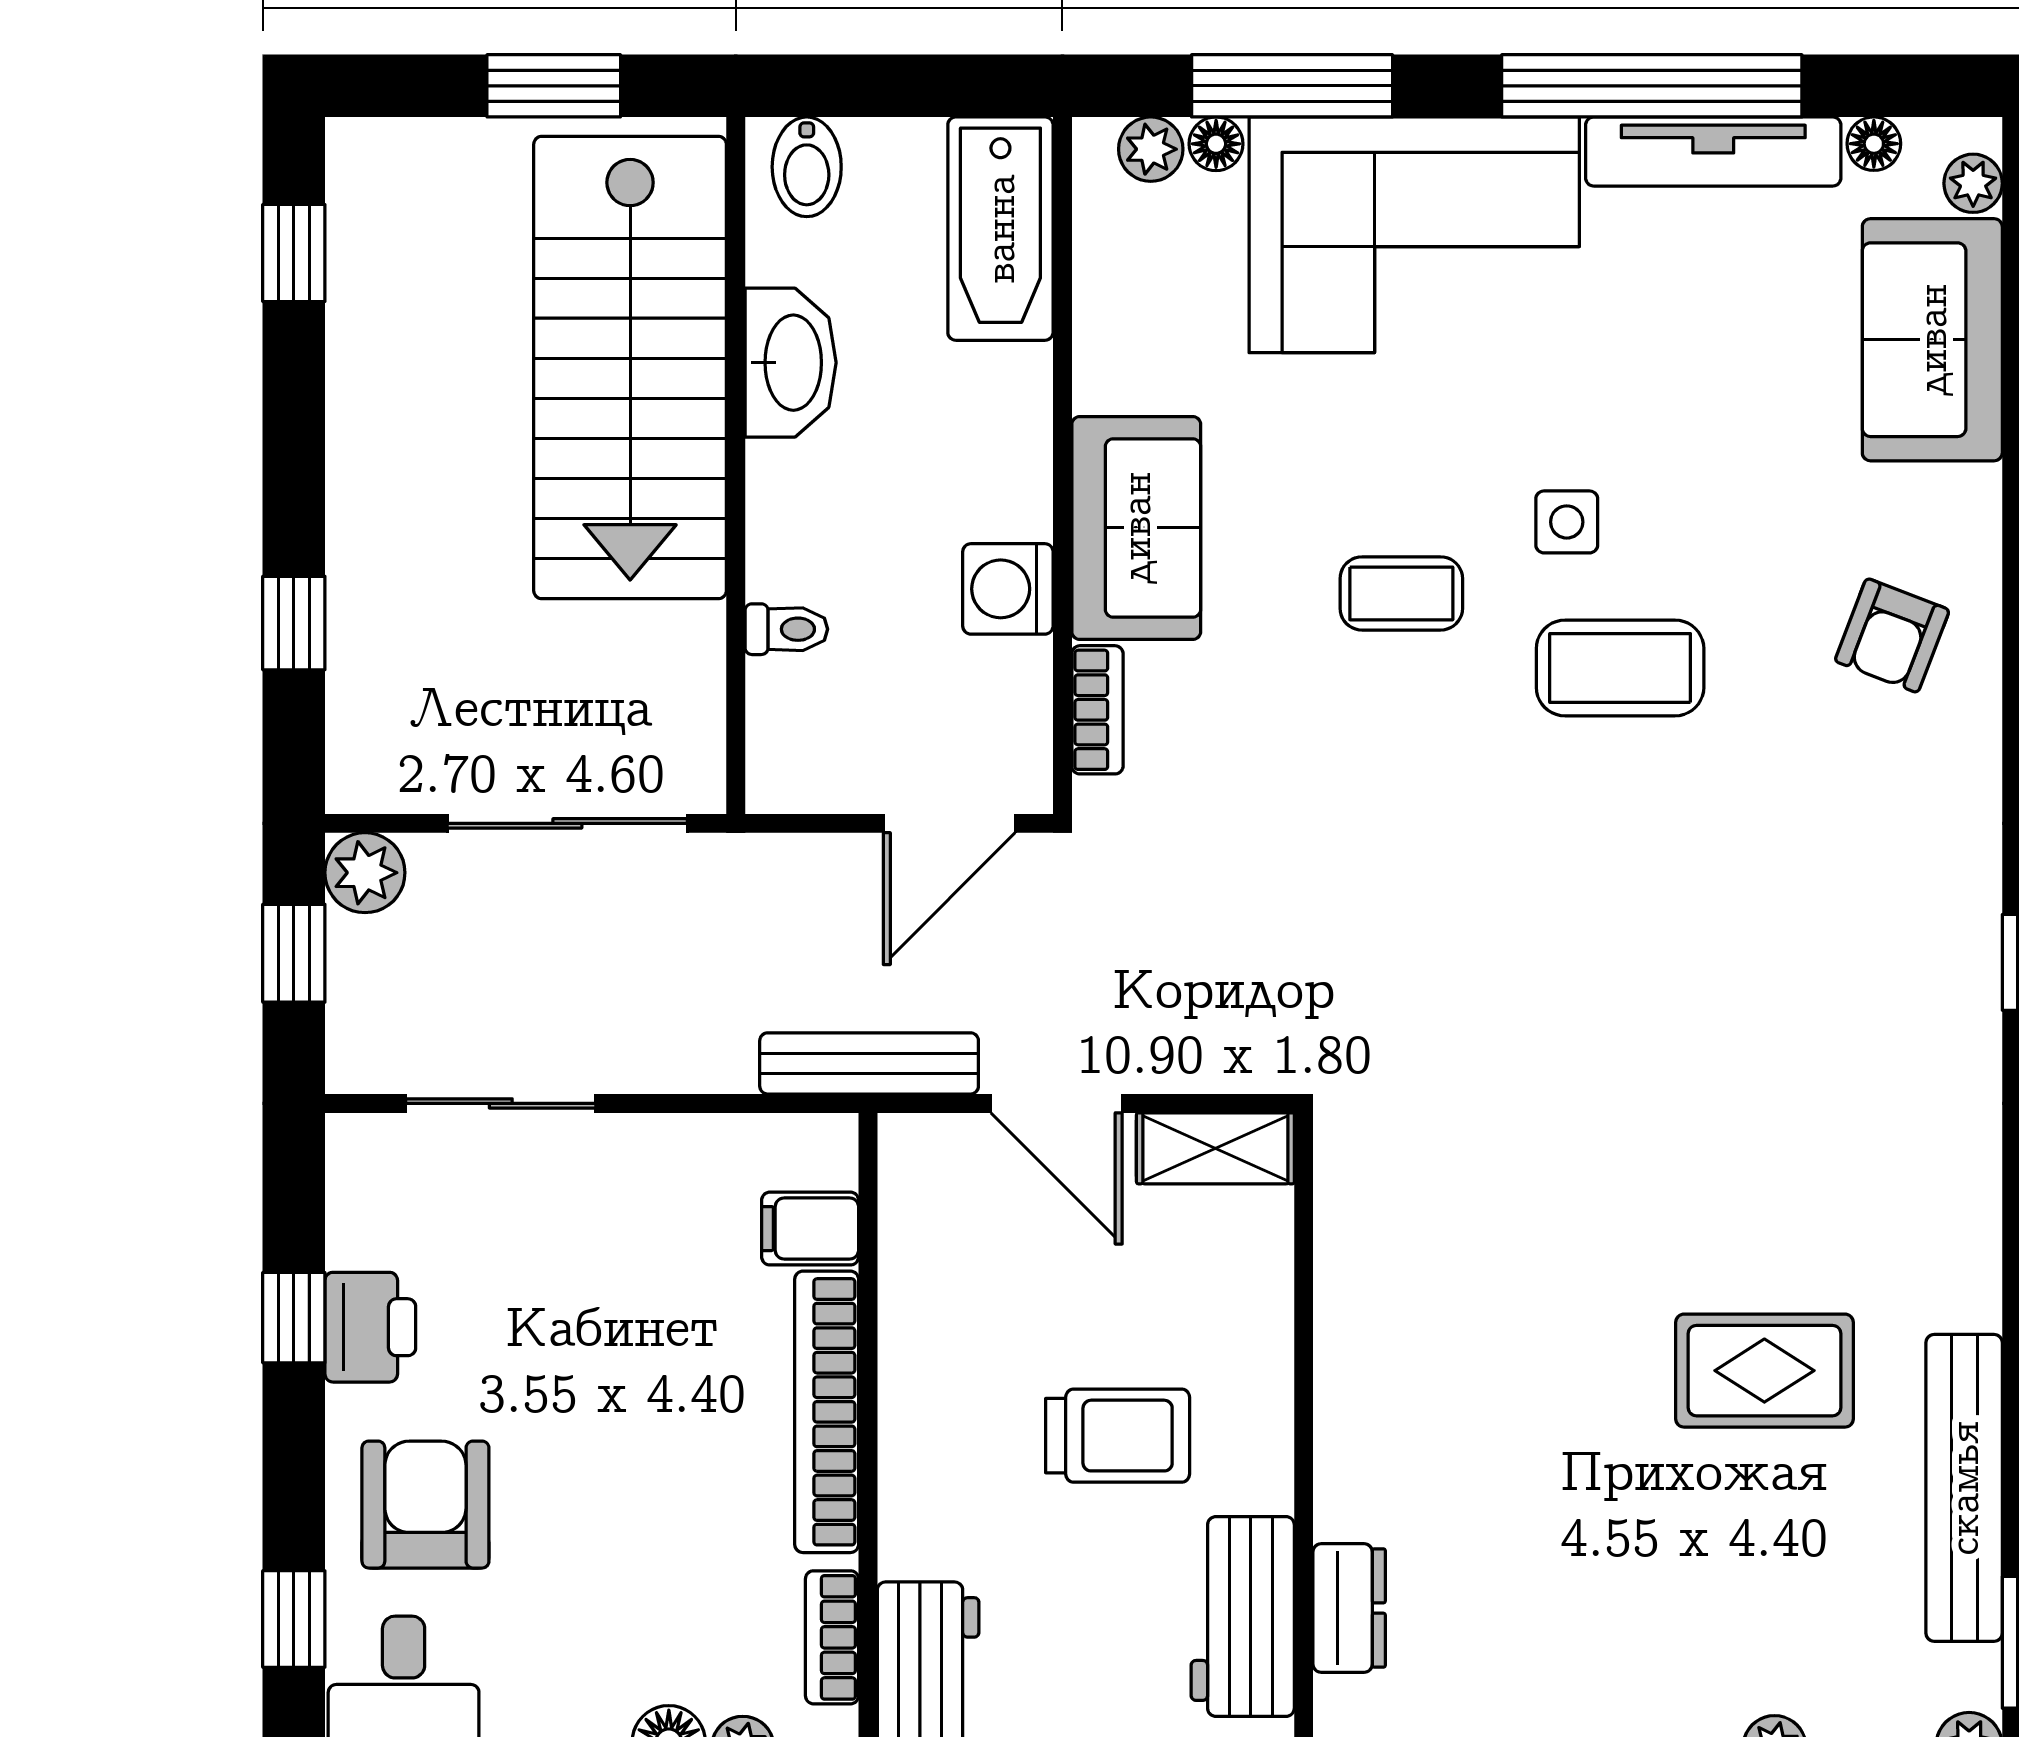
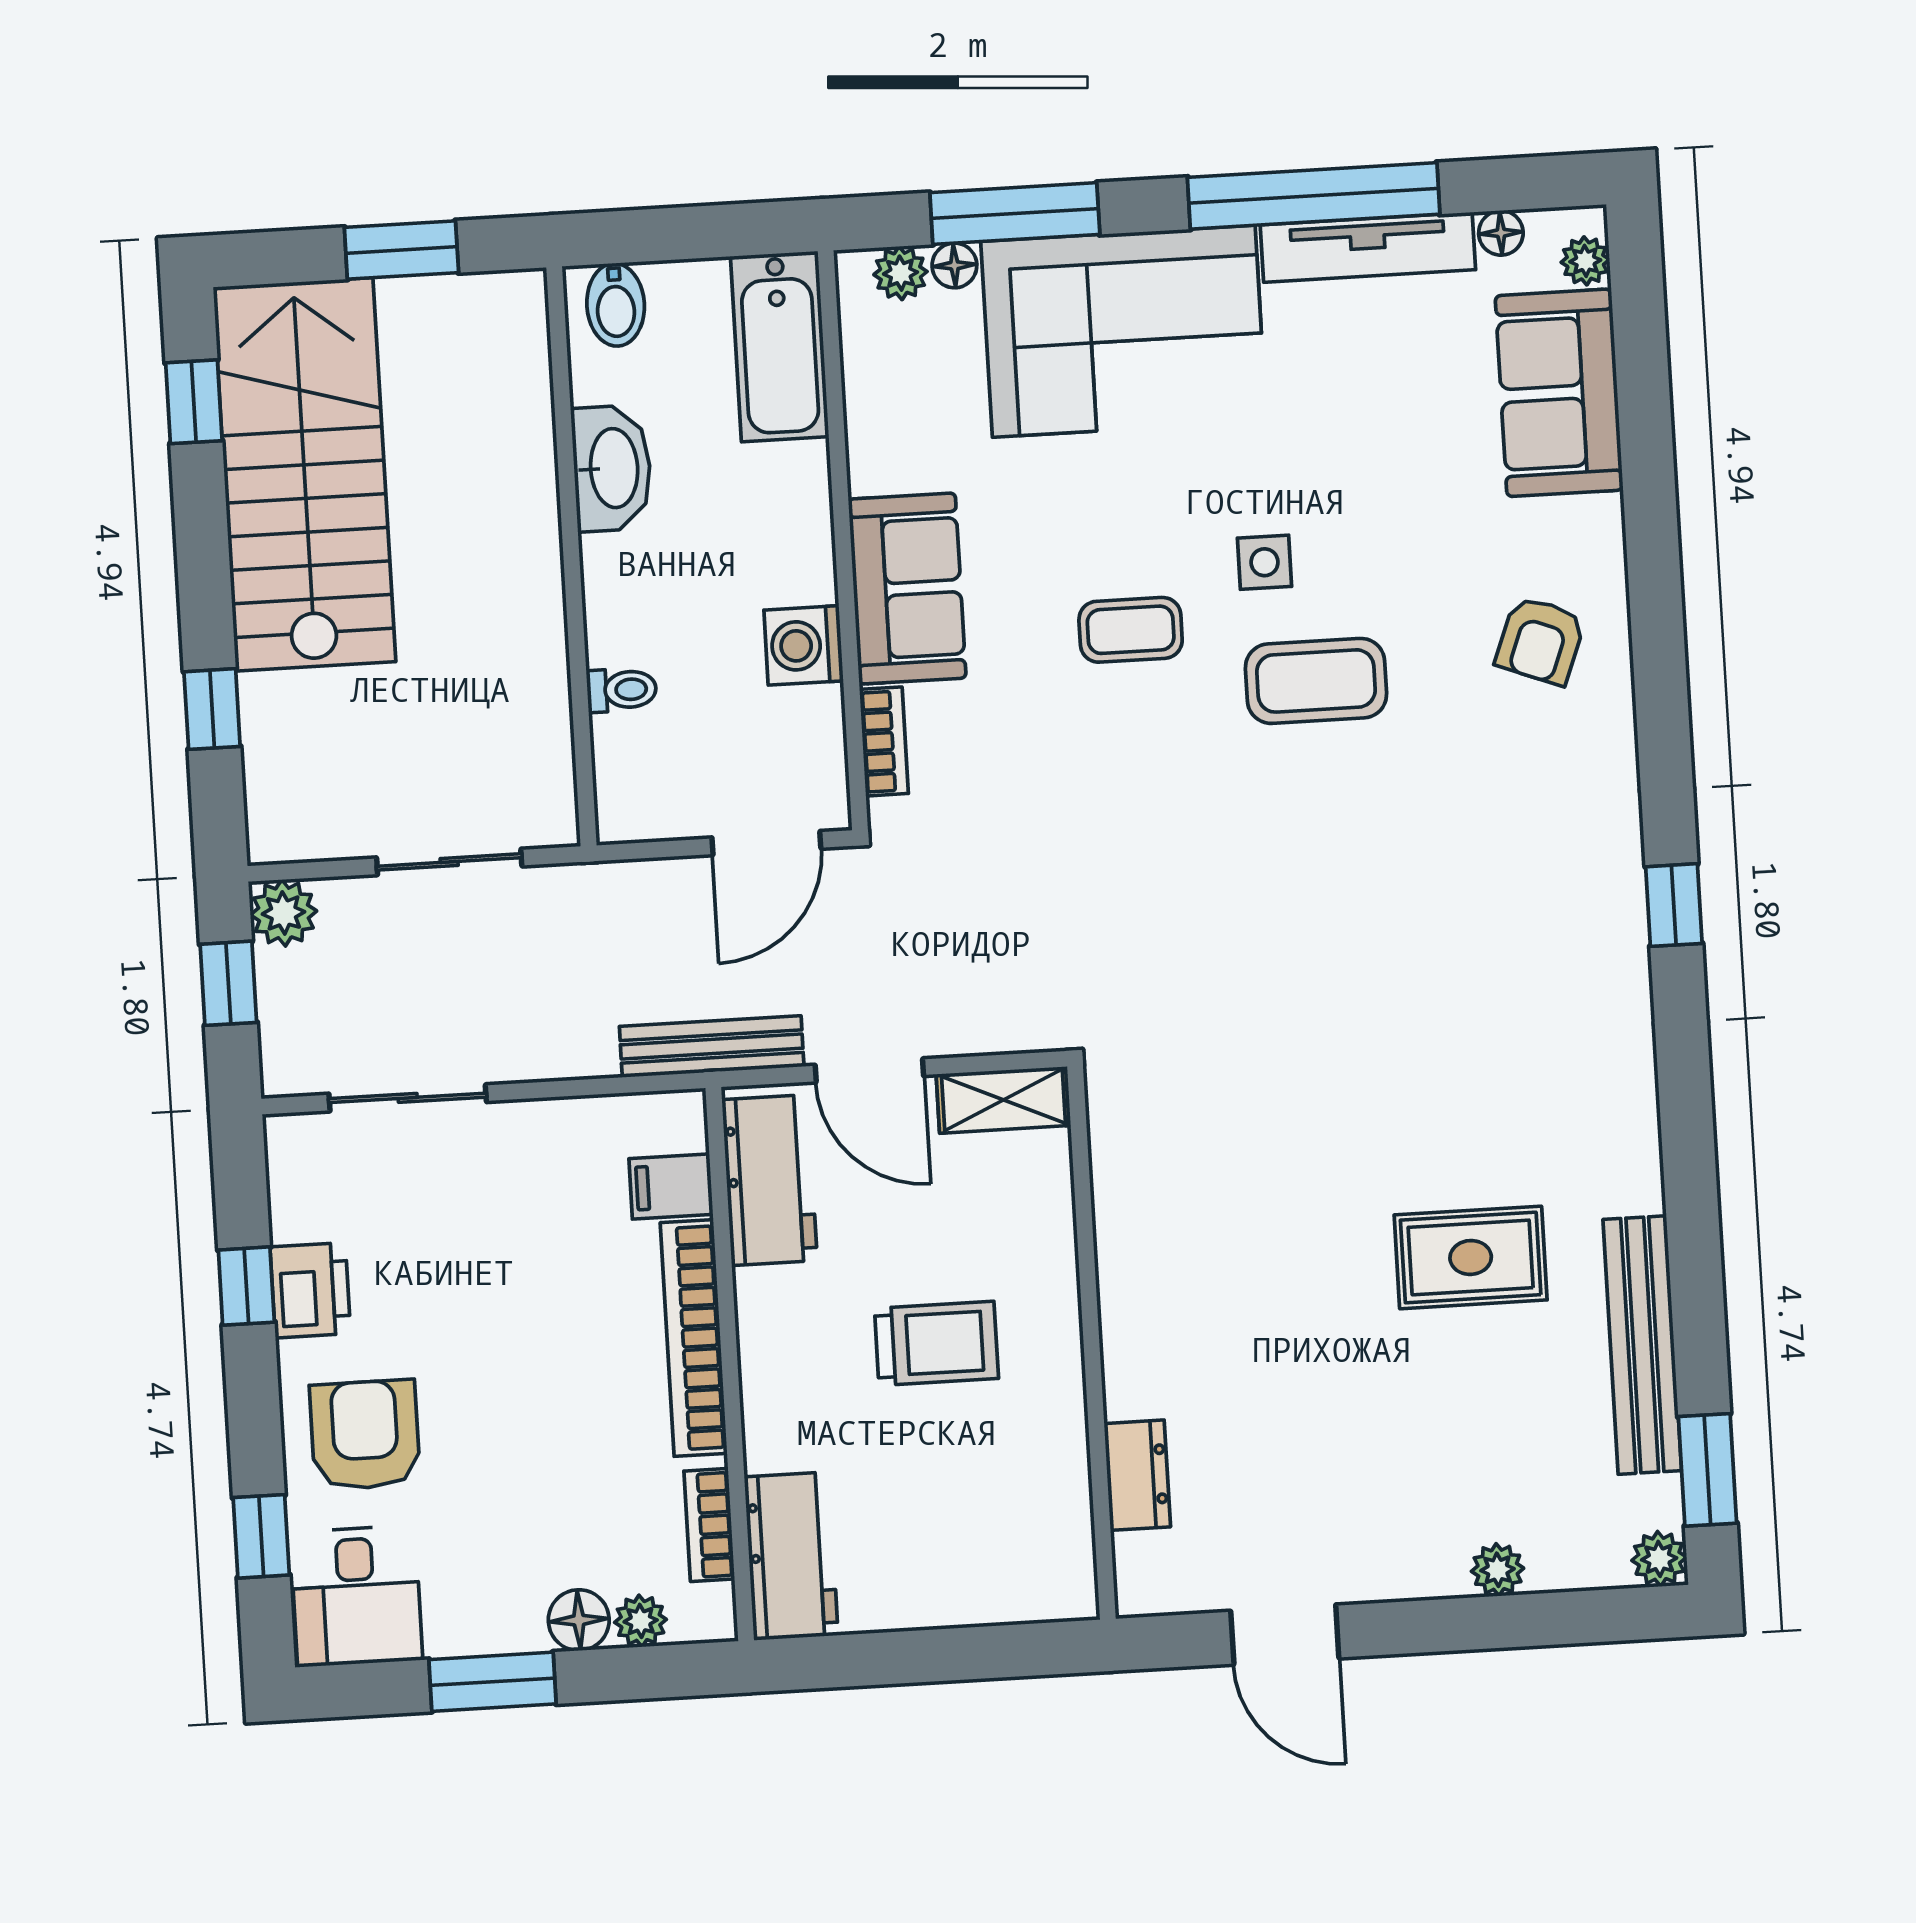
stairs: (630, 368) -> (304, 474), moved, turned 180
sliding door: (567, 823) -> (449, 862), width x0.73
workbench: (1243, 1617) -> (769, 1180), moved, turned 180

